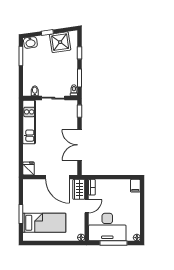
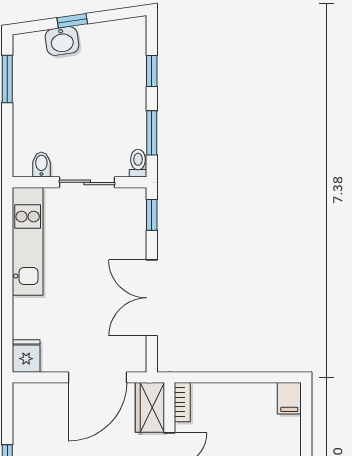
shower: (60, 42) -> (104, 45), removed
washbasin: (30, 43) -> (62, 41), moved
door: (58, 177) -> (97, 377), hinge flipped

